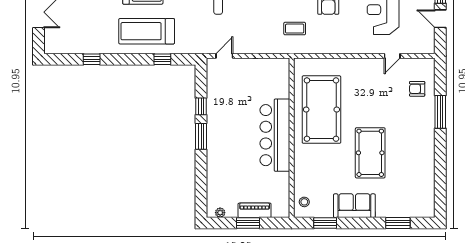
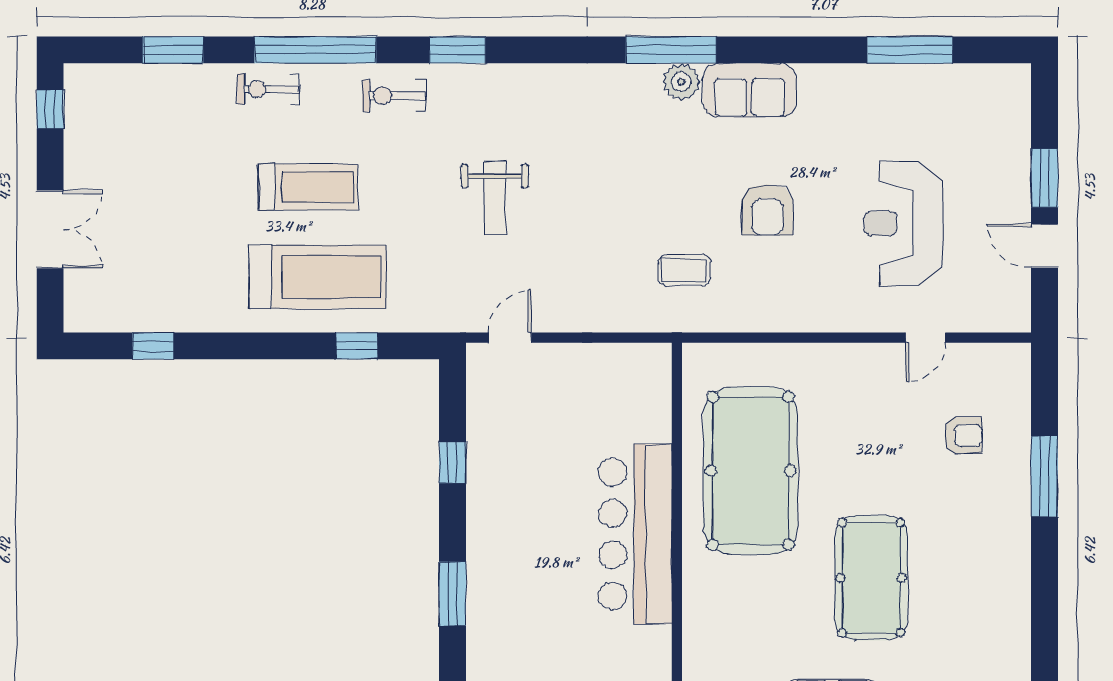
treadmill: (147, 31) -> (318, 277), turned 180
window: (92, 59) -> (153, 346), moved
armchair: (417, 89) -> (963, 435), moved, turned 180
window: (201, 136) -> (452, 594), moved

